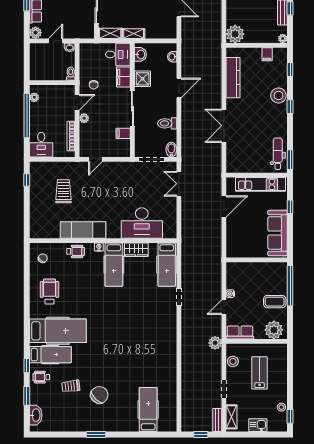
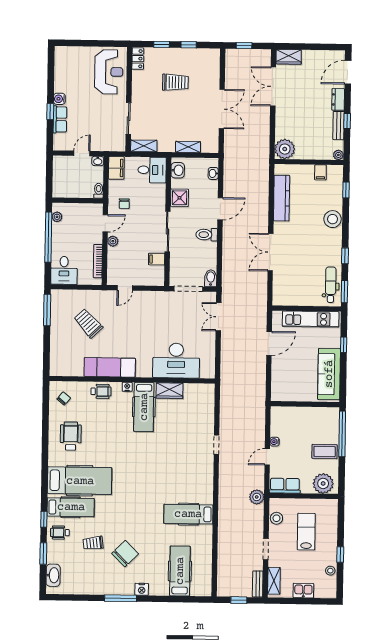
plant: (36, 33) -> (60, 144), removed
shelving: (134, 34) -> (188, 147), moved
filing cabinet: (123, 77) -> (116, 168), moved, turned 180
window: (290, 107) -> (345, 256), moved
toilet: (167, 123) -> (207, 235), moved
window: (27, 180) -> (47, 310), width x2.17
trolley: (63, 191) -> (88, 323), turned -43
hospital bed: (167, 265) -> (188, 514), moved, turned 90
window: (290, 416) -> (340, 555), moved
nightstand: (114, 426) -> (142, 589), added
window: (96, 434) -> (121, 598), width x1.44

